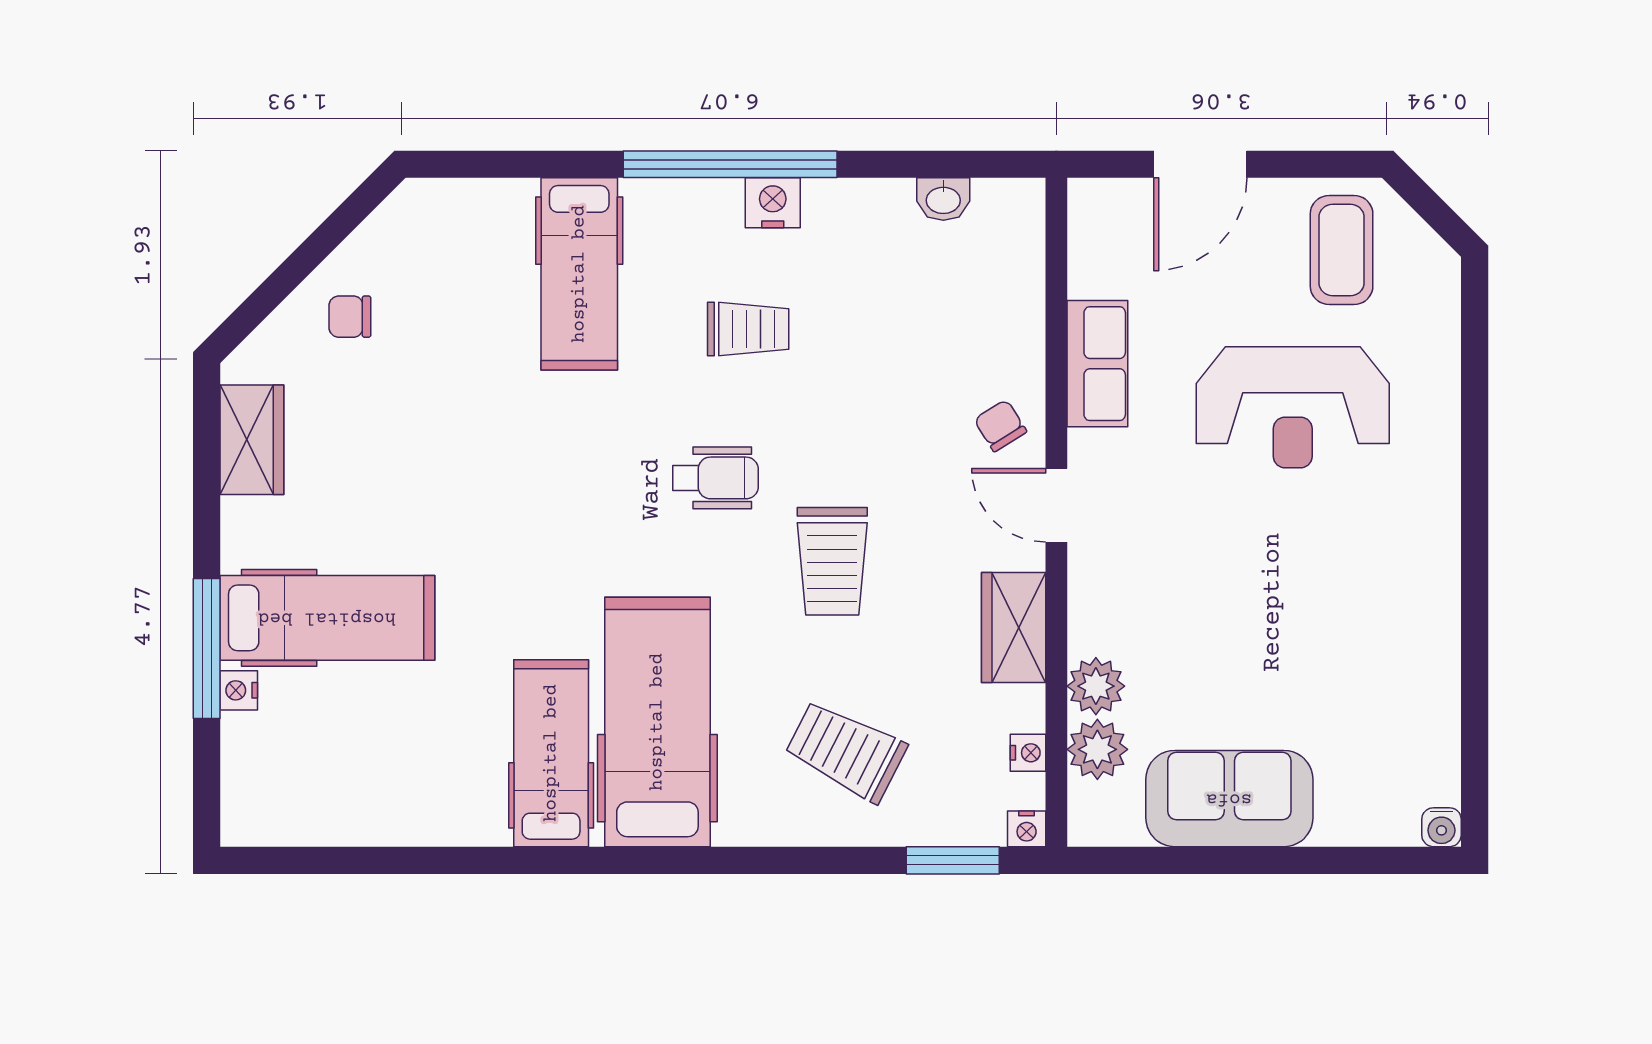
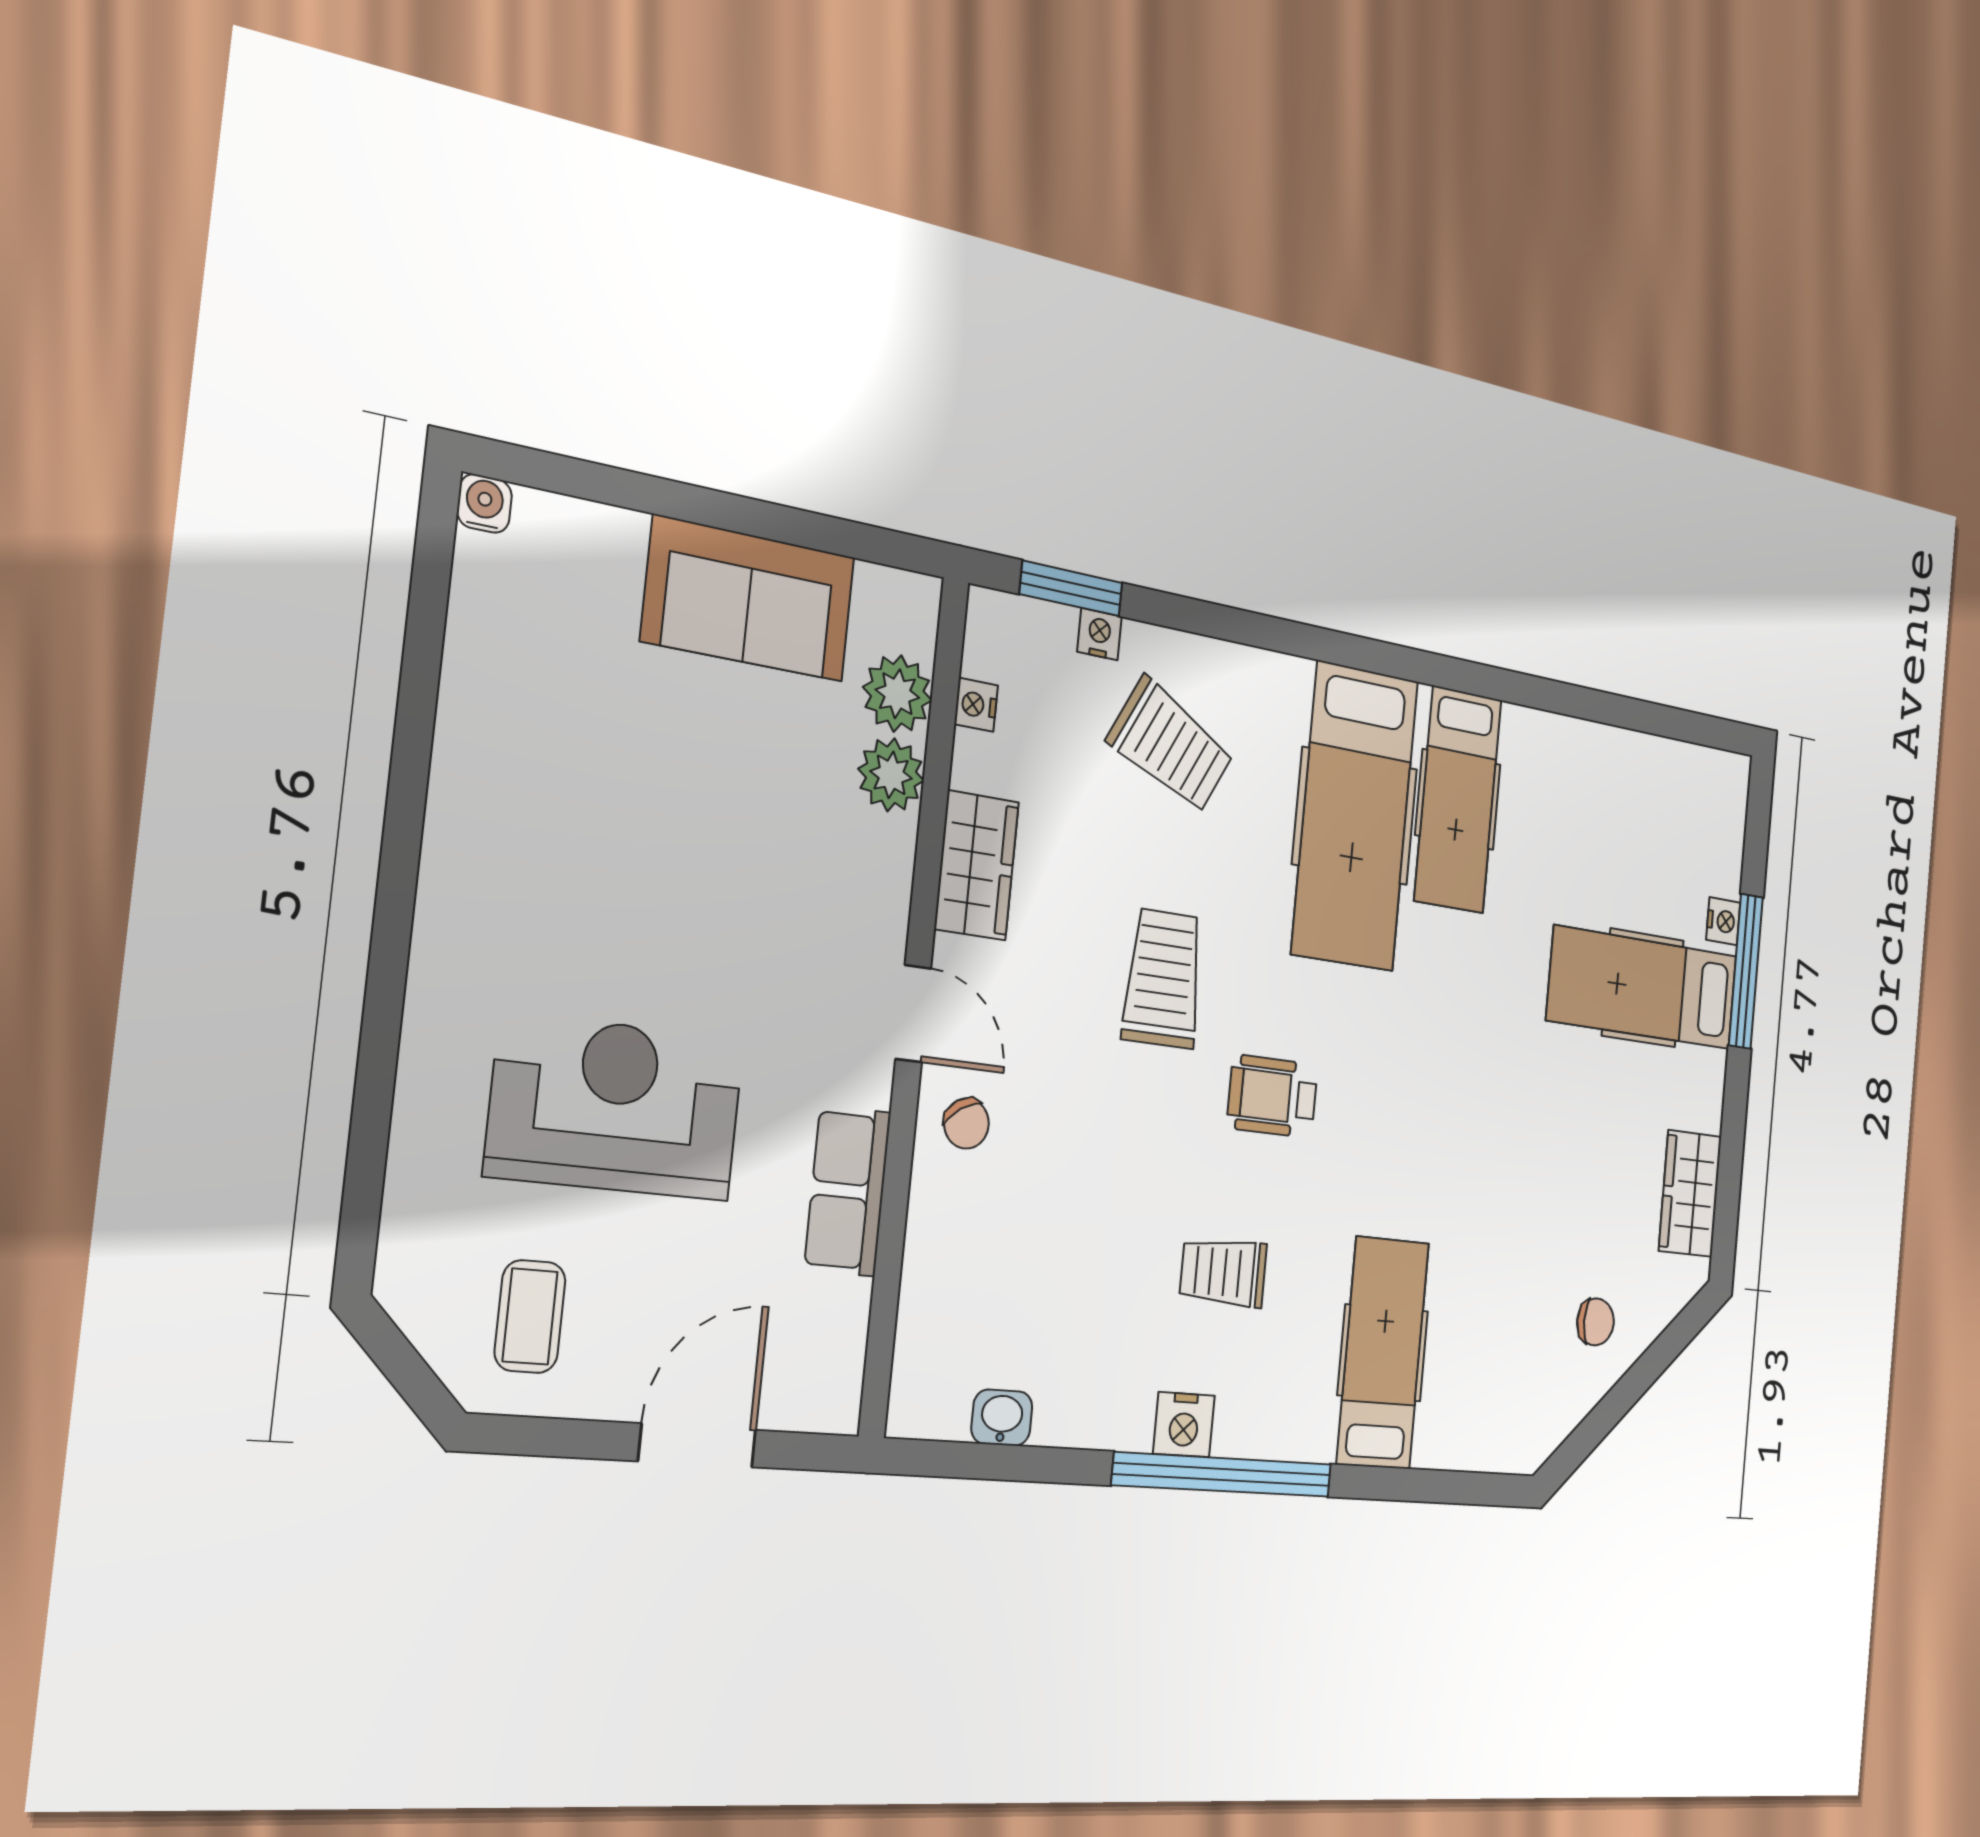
coffee table: (1342, 250) -> (530, 1317), width x0.73, depth x0.77
nightstand: (1027, 829) -> (1099, 634), moved

